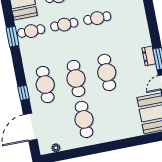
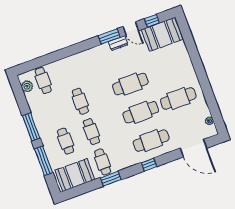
dresser: (149, 56) -> (118, 43), moved
window: (24, 93) -> (149, 165), moved

